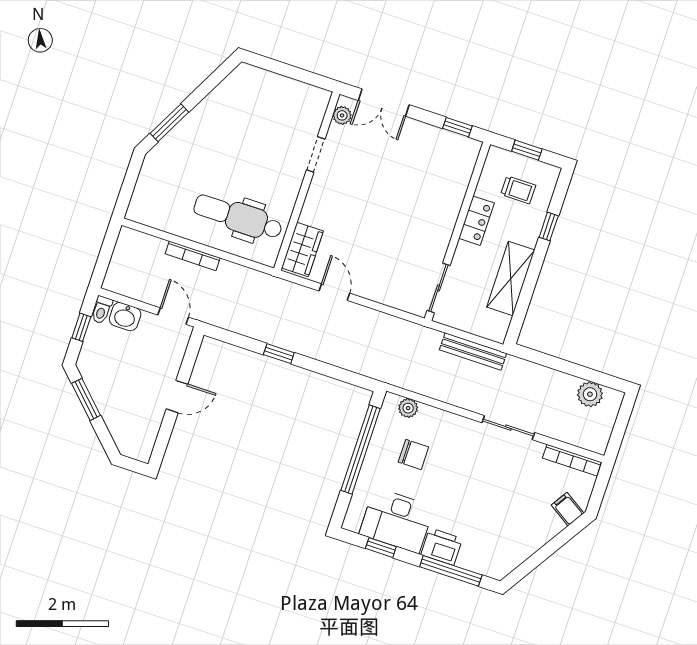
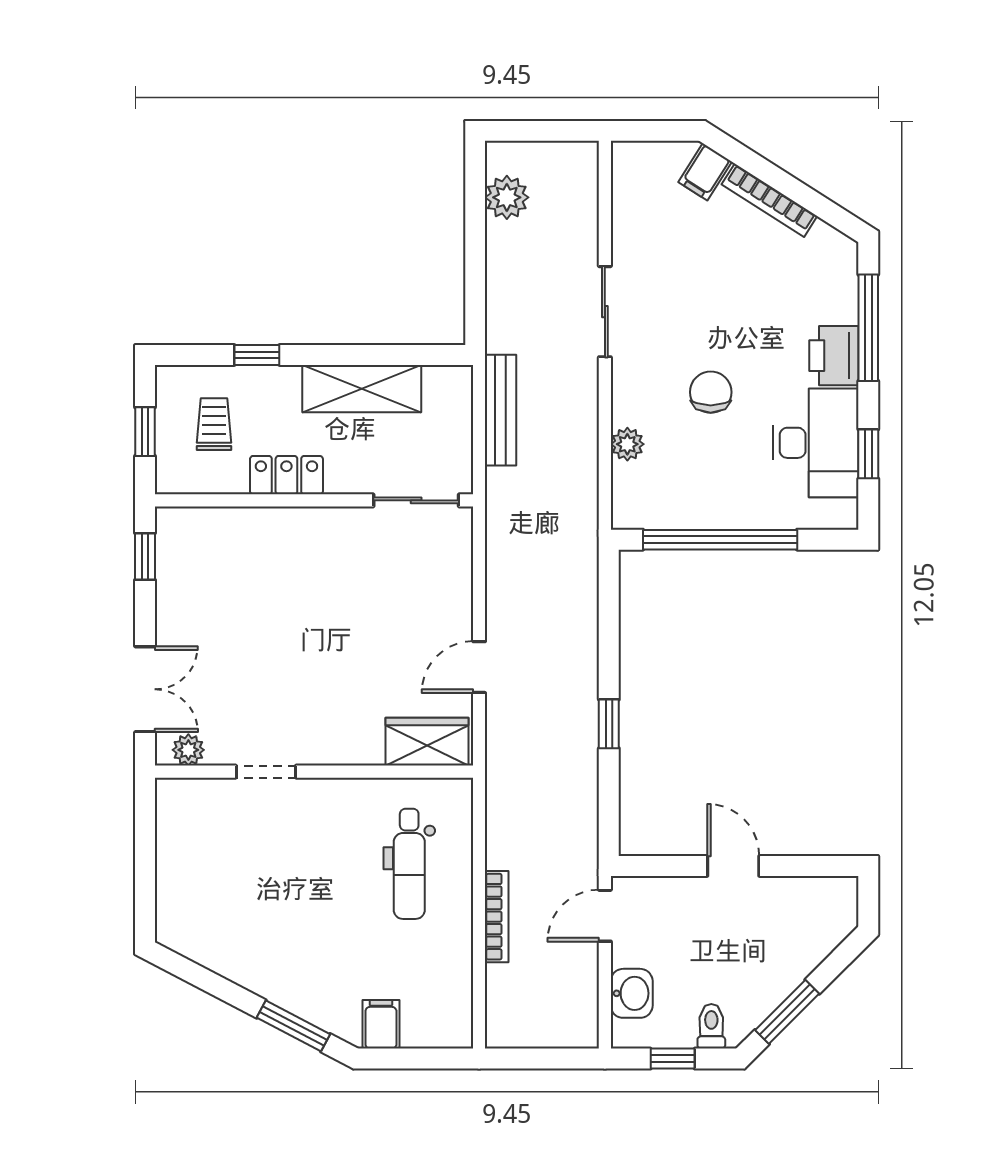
filing cabinet: (154, 172) -> (381, 1024), added
dental chair: (238, 217) -> (409, 864), width x0.73, depth x0.72
toilet: (102, 310) -> (711, 1026), moved, turned -90
plant: (408, 408) -> (627, 444), moved
chair: (413, 455) -> (711, 392), moved
bookcase: (572, 460) -> (769, 200), moved, turned 123

